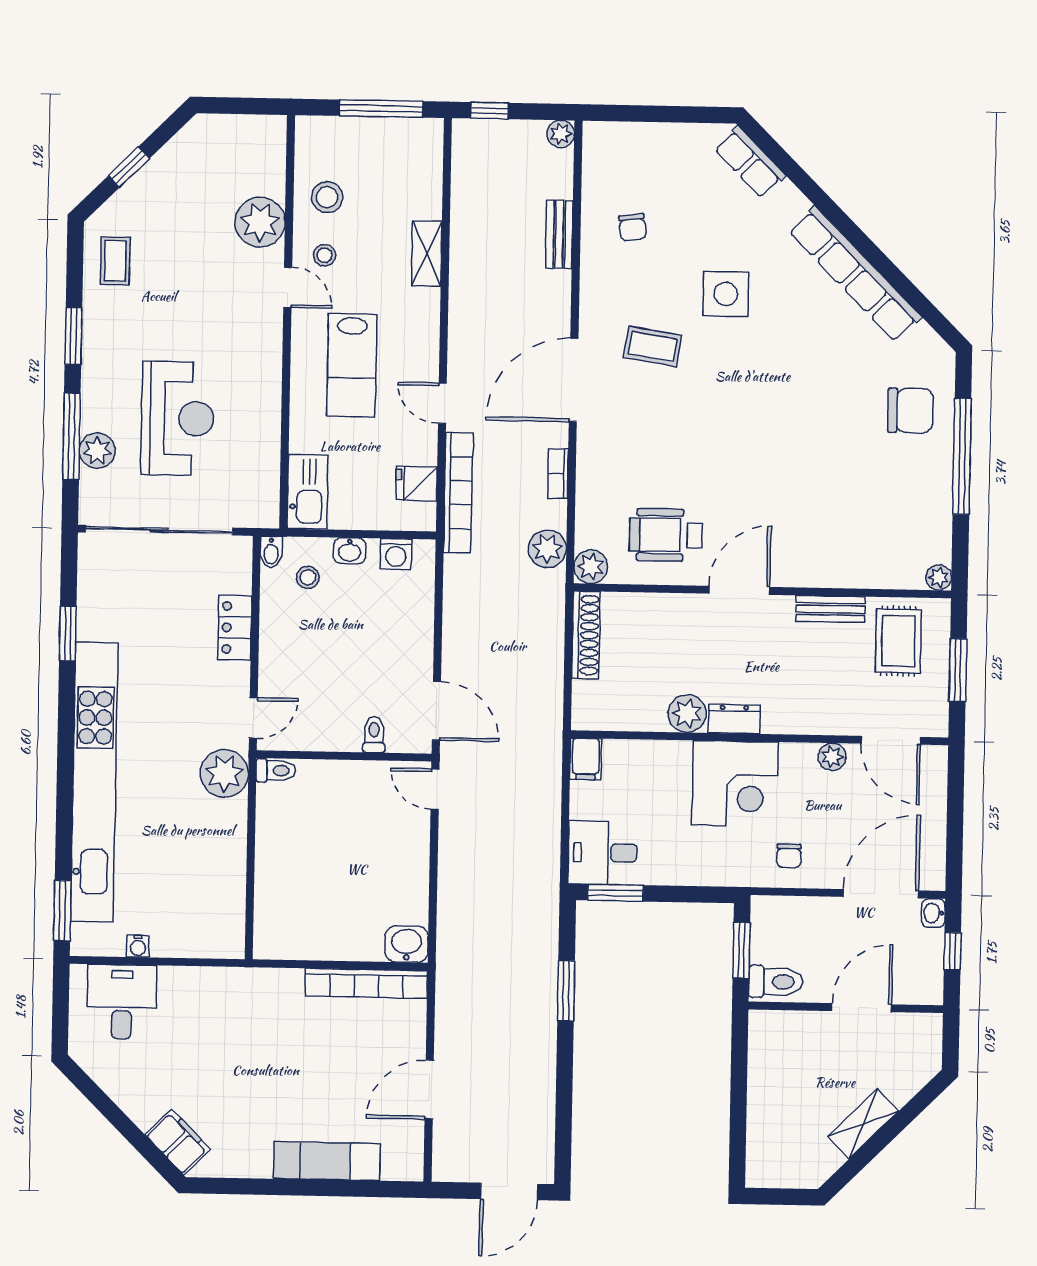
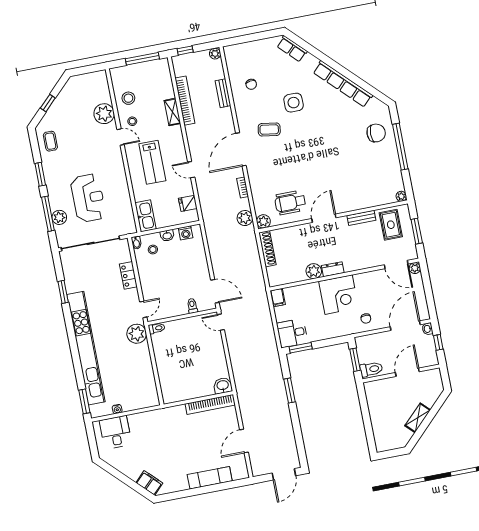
bookcase: (458, 493) -> (185, 101), moved
plant: (832, 757) -> (415, 268), moved

